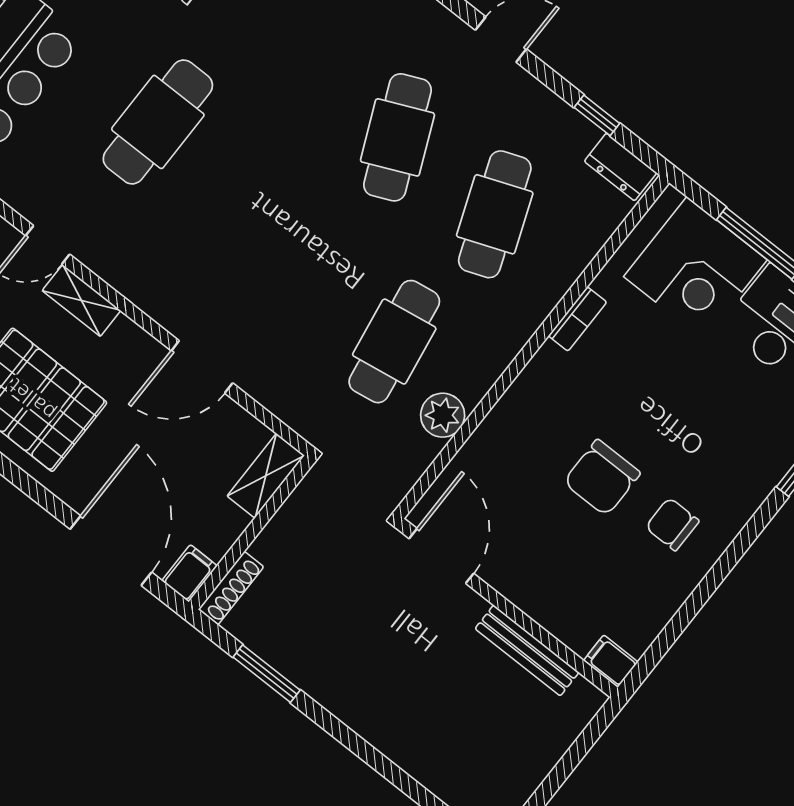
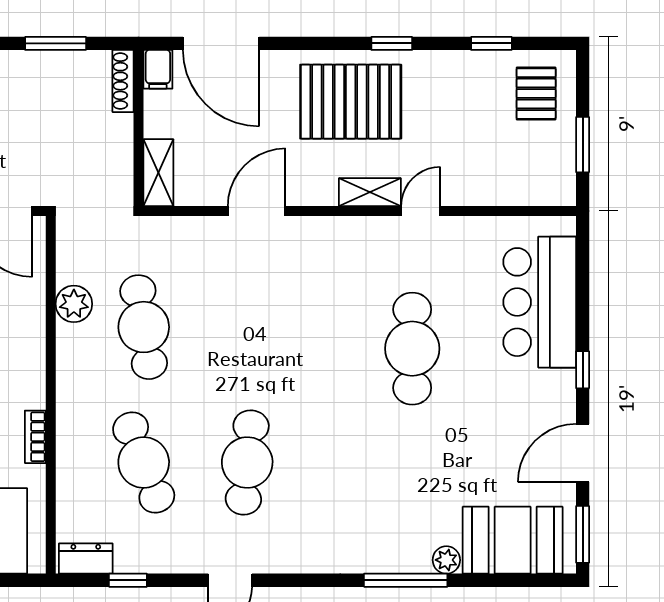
cafe table: (397, 137) -> (247, 463), turned 30

